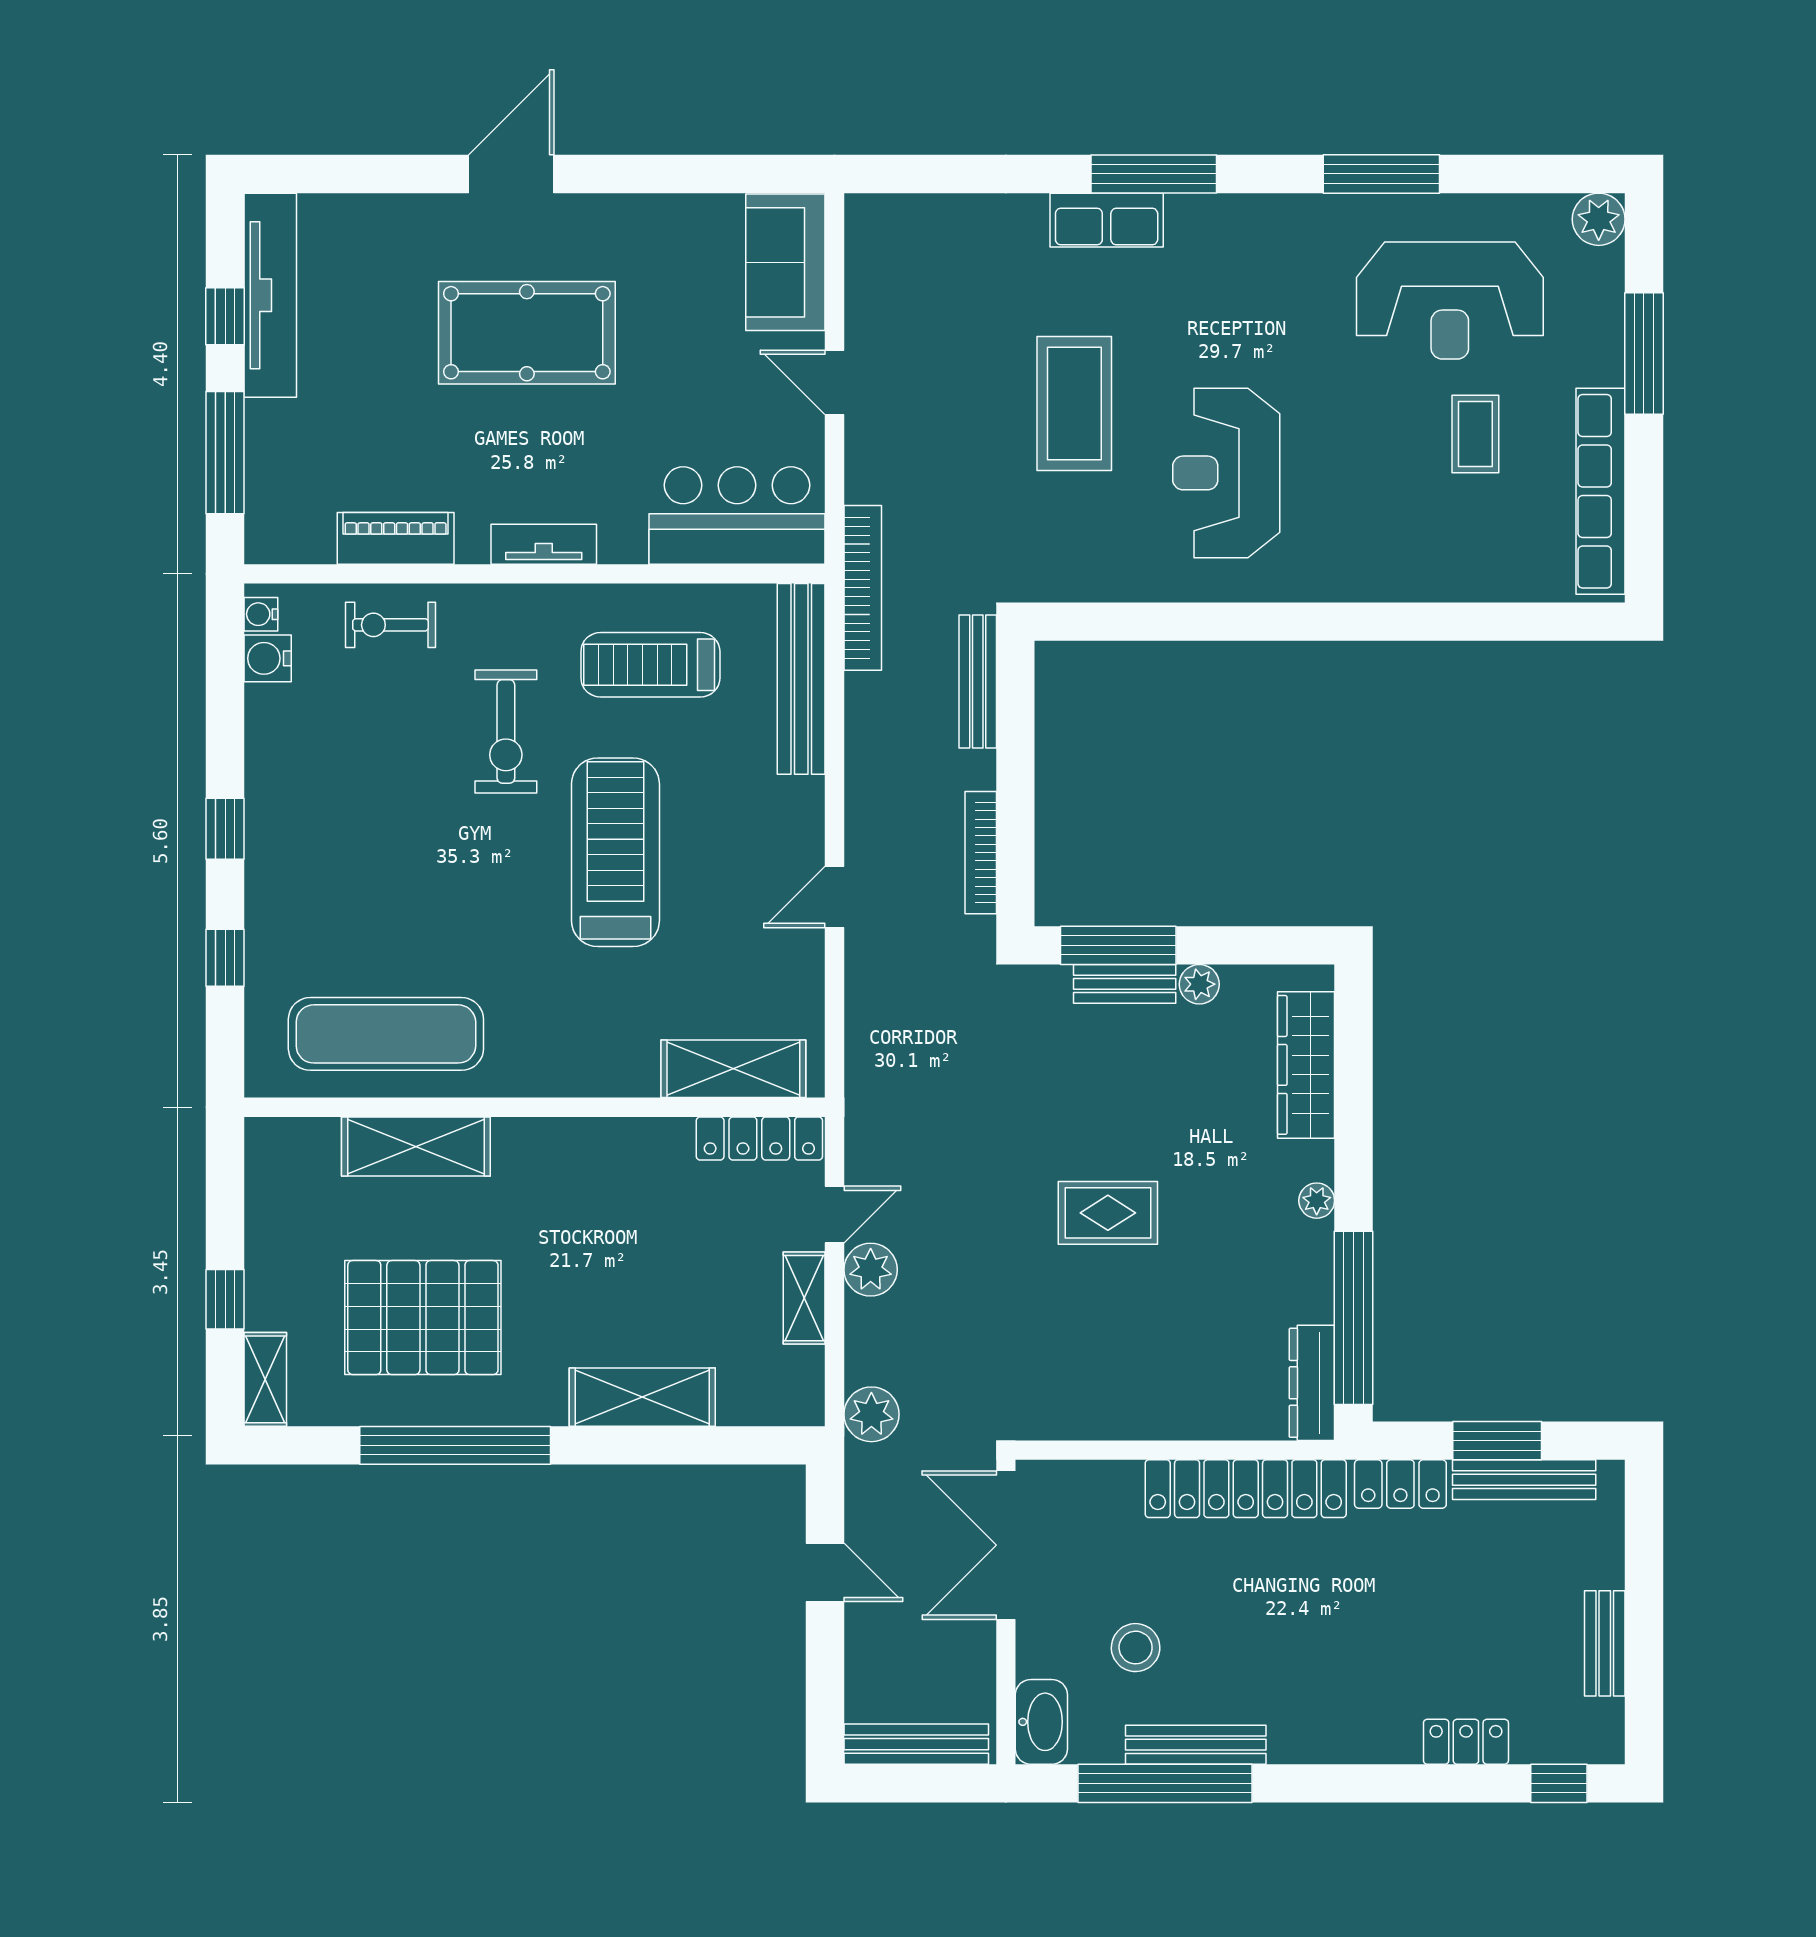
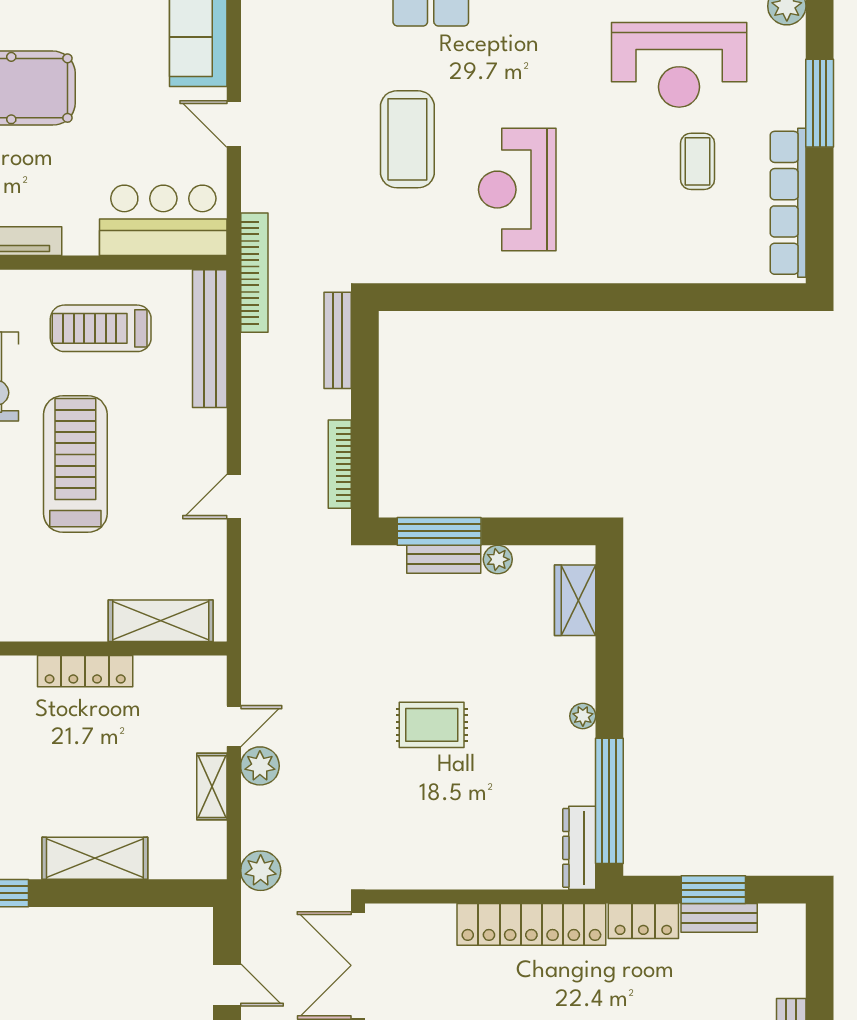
wardrobe: (1306, 1065) -> (575, 600), width x0.67
locker: (759, 1138) -> (85, 671), moved
bench: (1524, 1480) -> (719, 918), width x0.73

